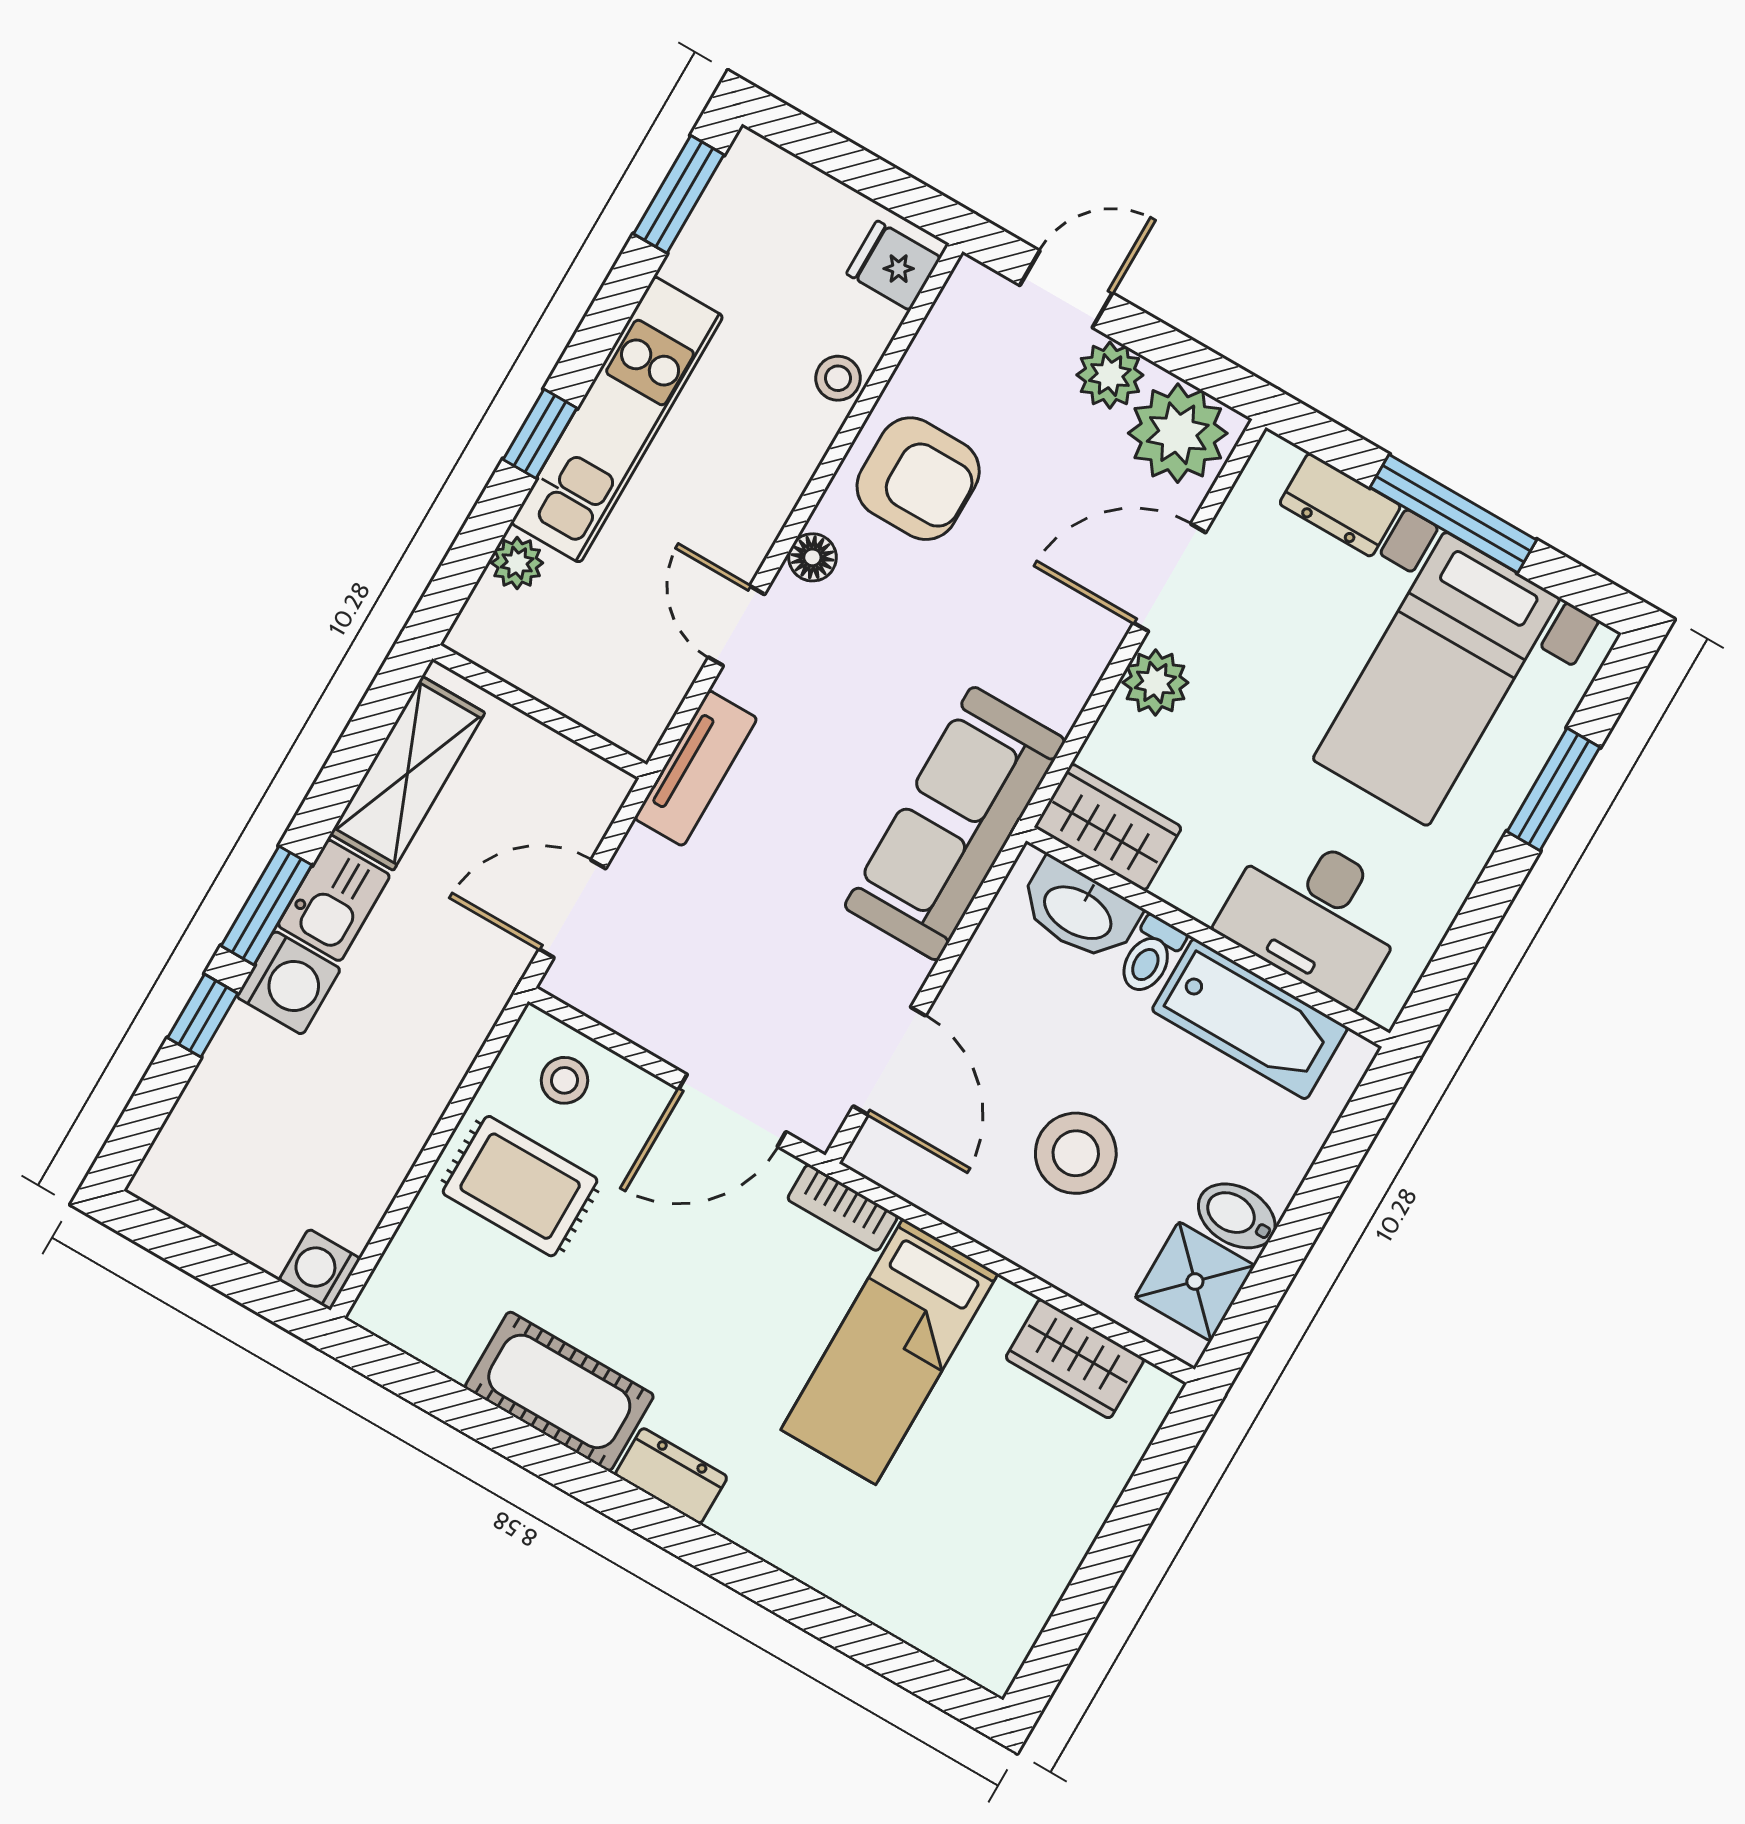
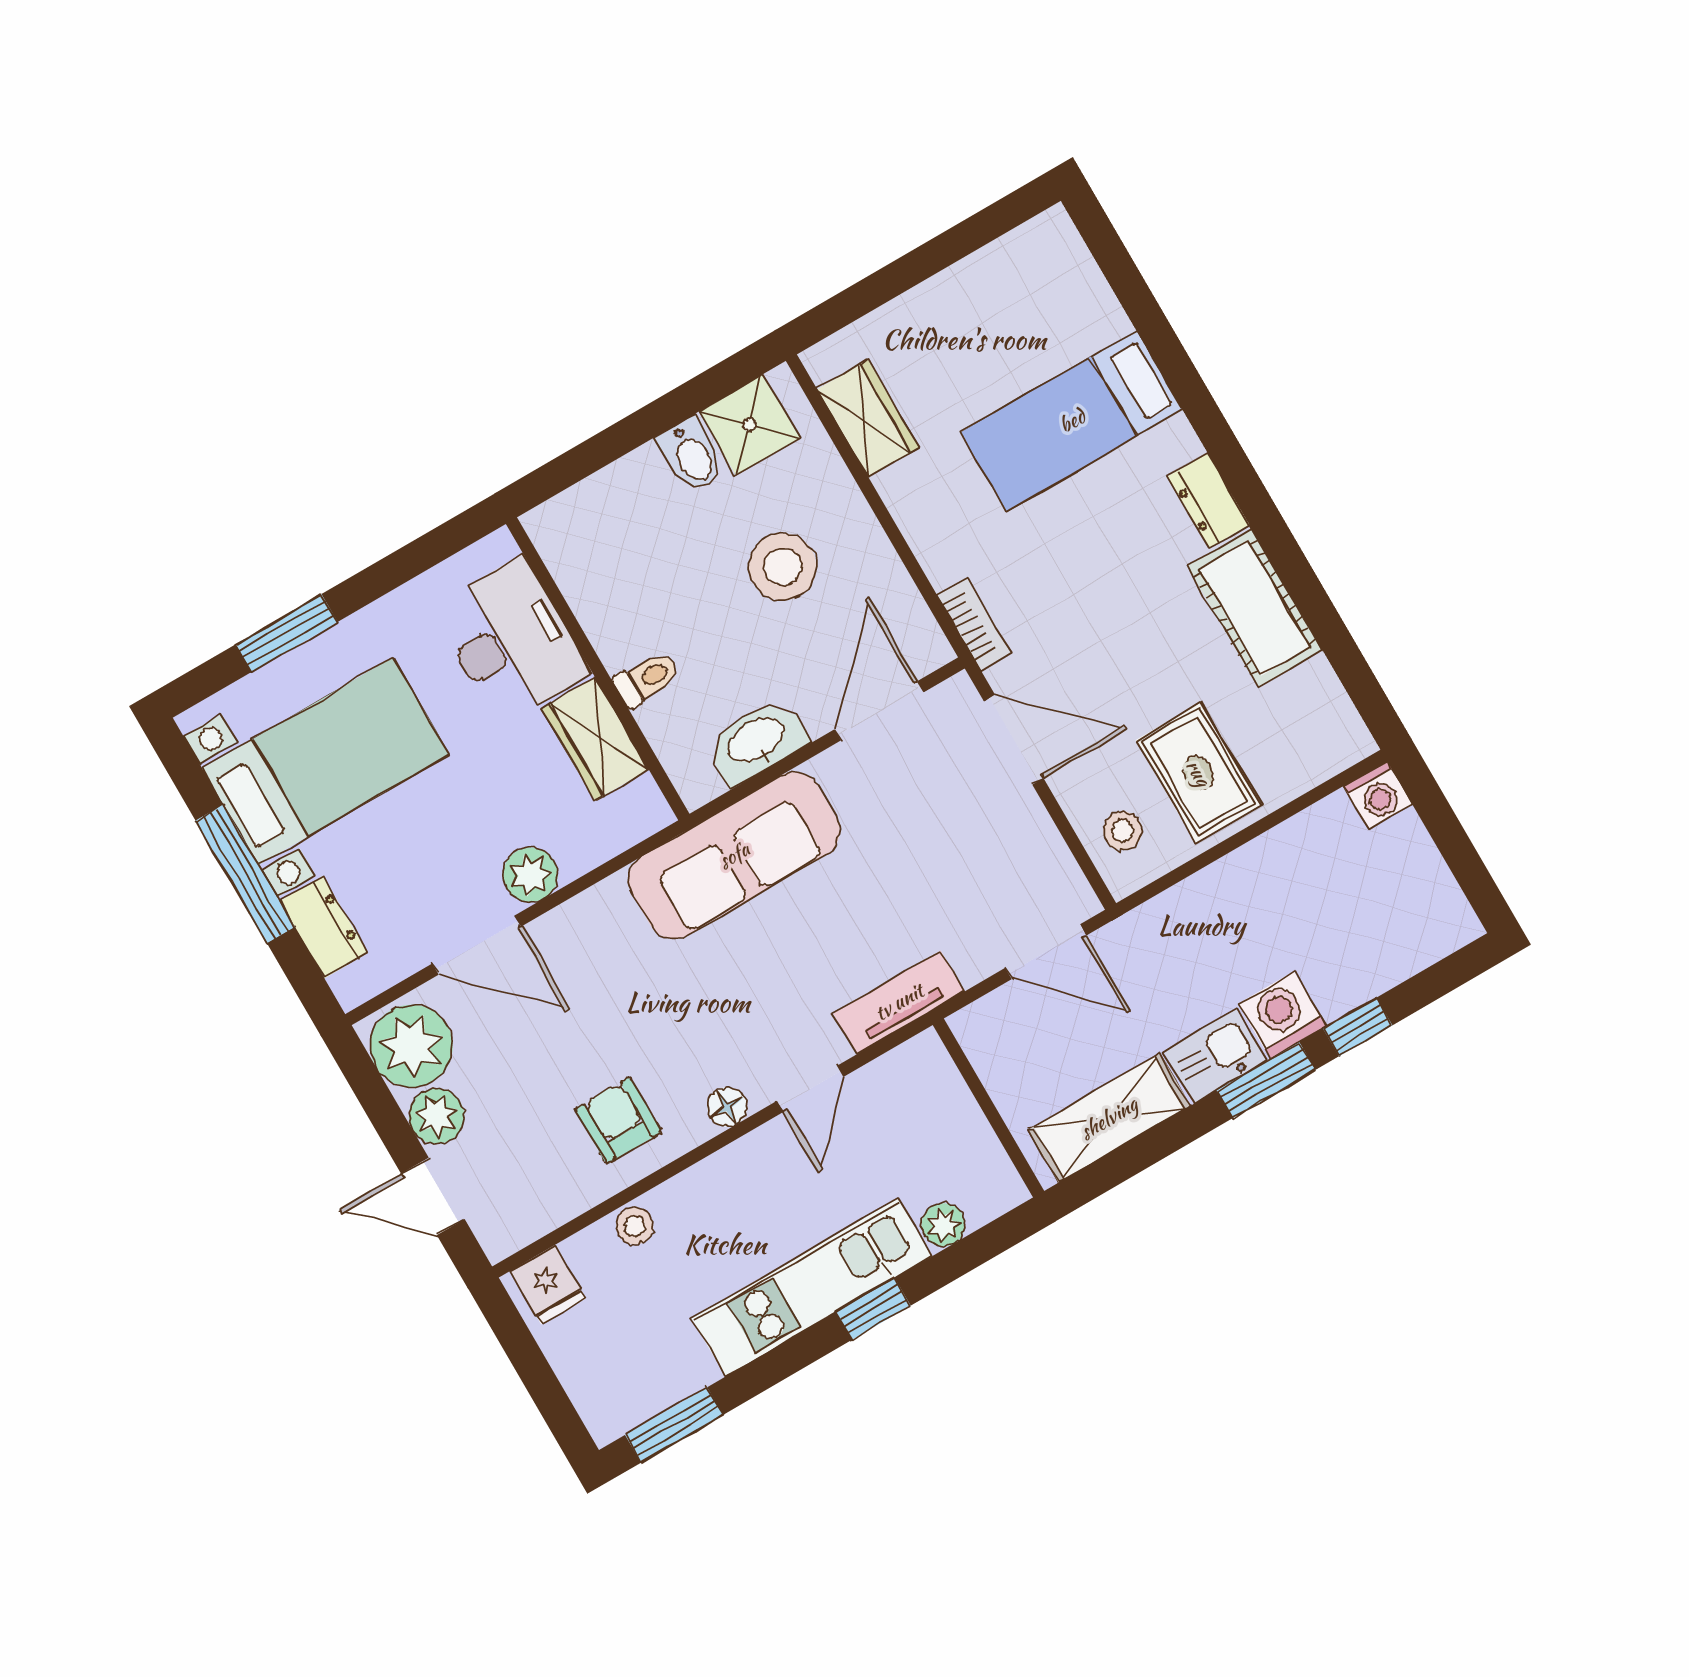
armchair: (918, 479) -> (618, 1120), width x0.72, depth x0.72
wardrobe: (1108, 827) -> (595, 739), moved
washbasin: (1079, 911) -> (757, 741), moved, turned -90
bathtub: (1250, 1019) -> (601, 592), removed
bed: (889, 1352) -> (1072, 421), moved, turned 180

